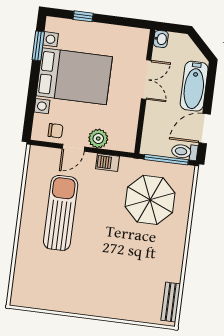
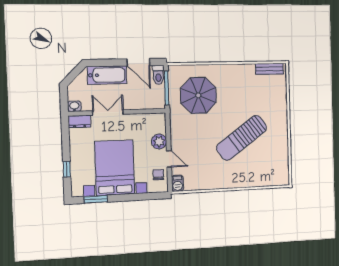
dresser: (141, 42) -> (79, 121), added
barbecue: (108, 163) -> (178, 183), moved
sun lounger: (61, 213) -> (242, 138), moved, turned -36

